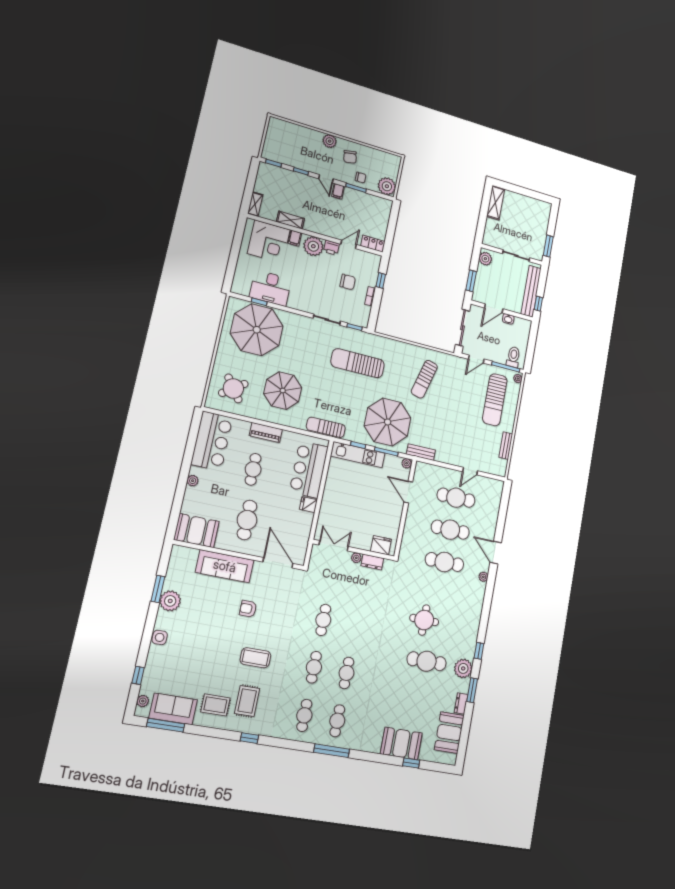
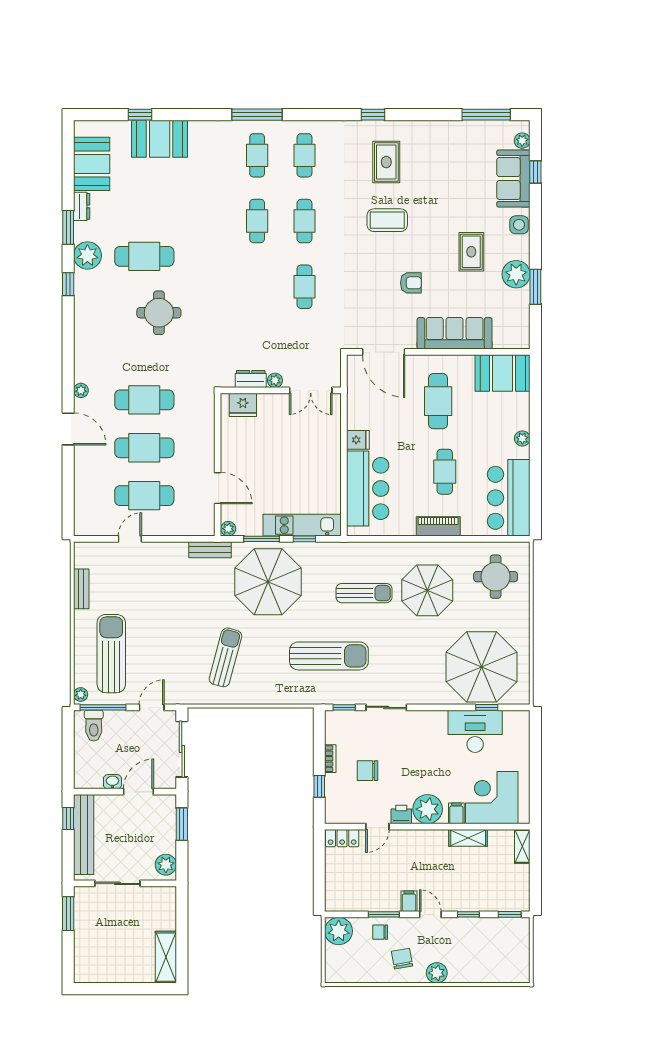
round table: (233, 388) -> (496, 577), turned 36
sun lounger: (326, 427) -> (364, 593), moved
rug: (215, 705) -> (471, 252), moved, turned 90
sofa: (173, 709) -> (513, 179), moved, turned 90

